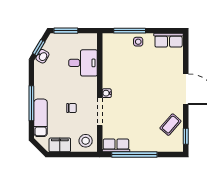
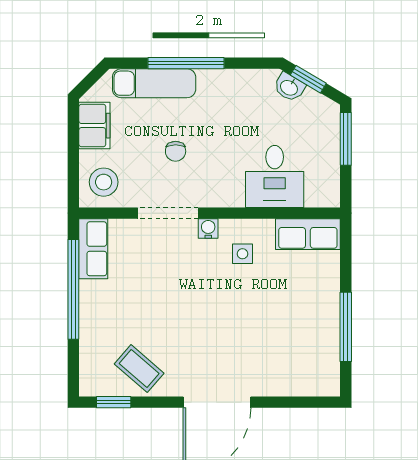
window: (130, 31) -> (346, 327), moved
row of seats: (169, 40) -> (308, 234), moved, turned -90
side table: (138, 42) -> (242, 254), moved

